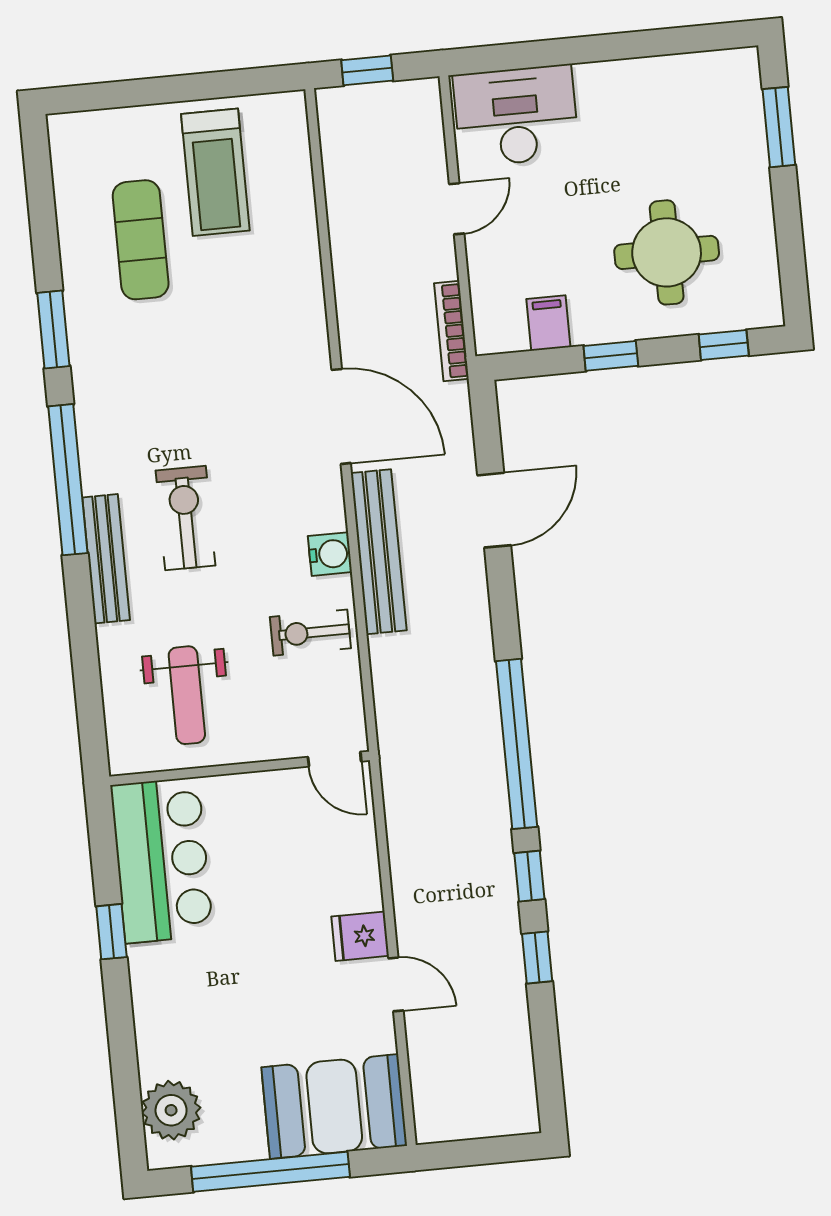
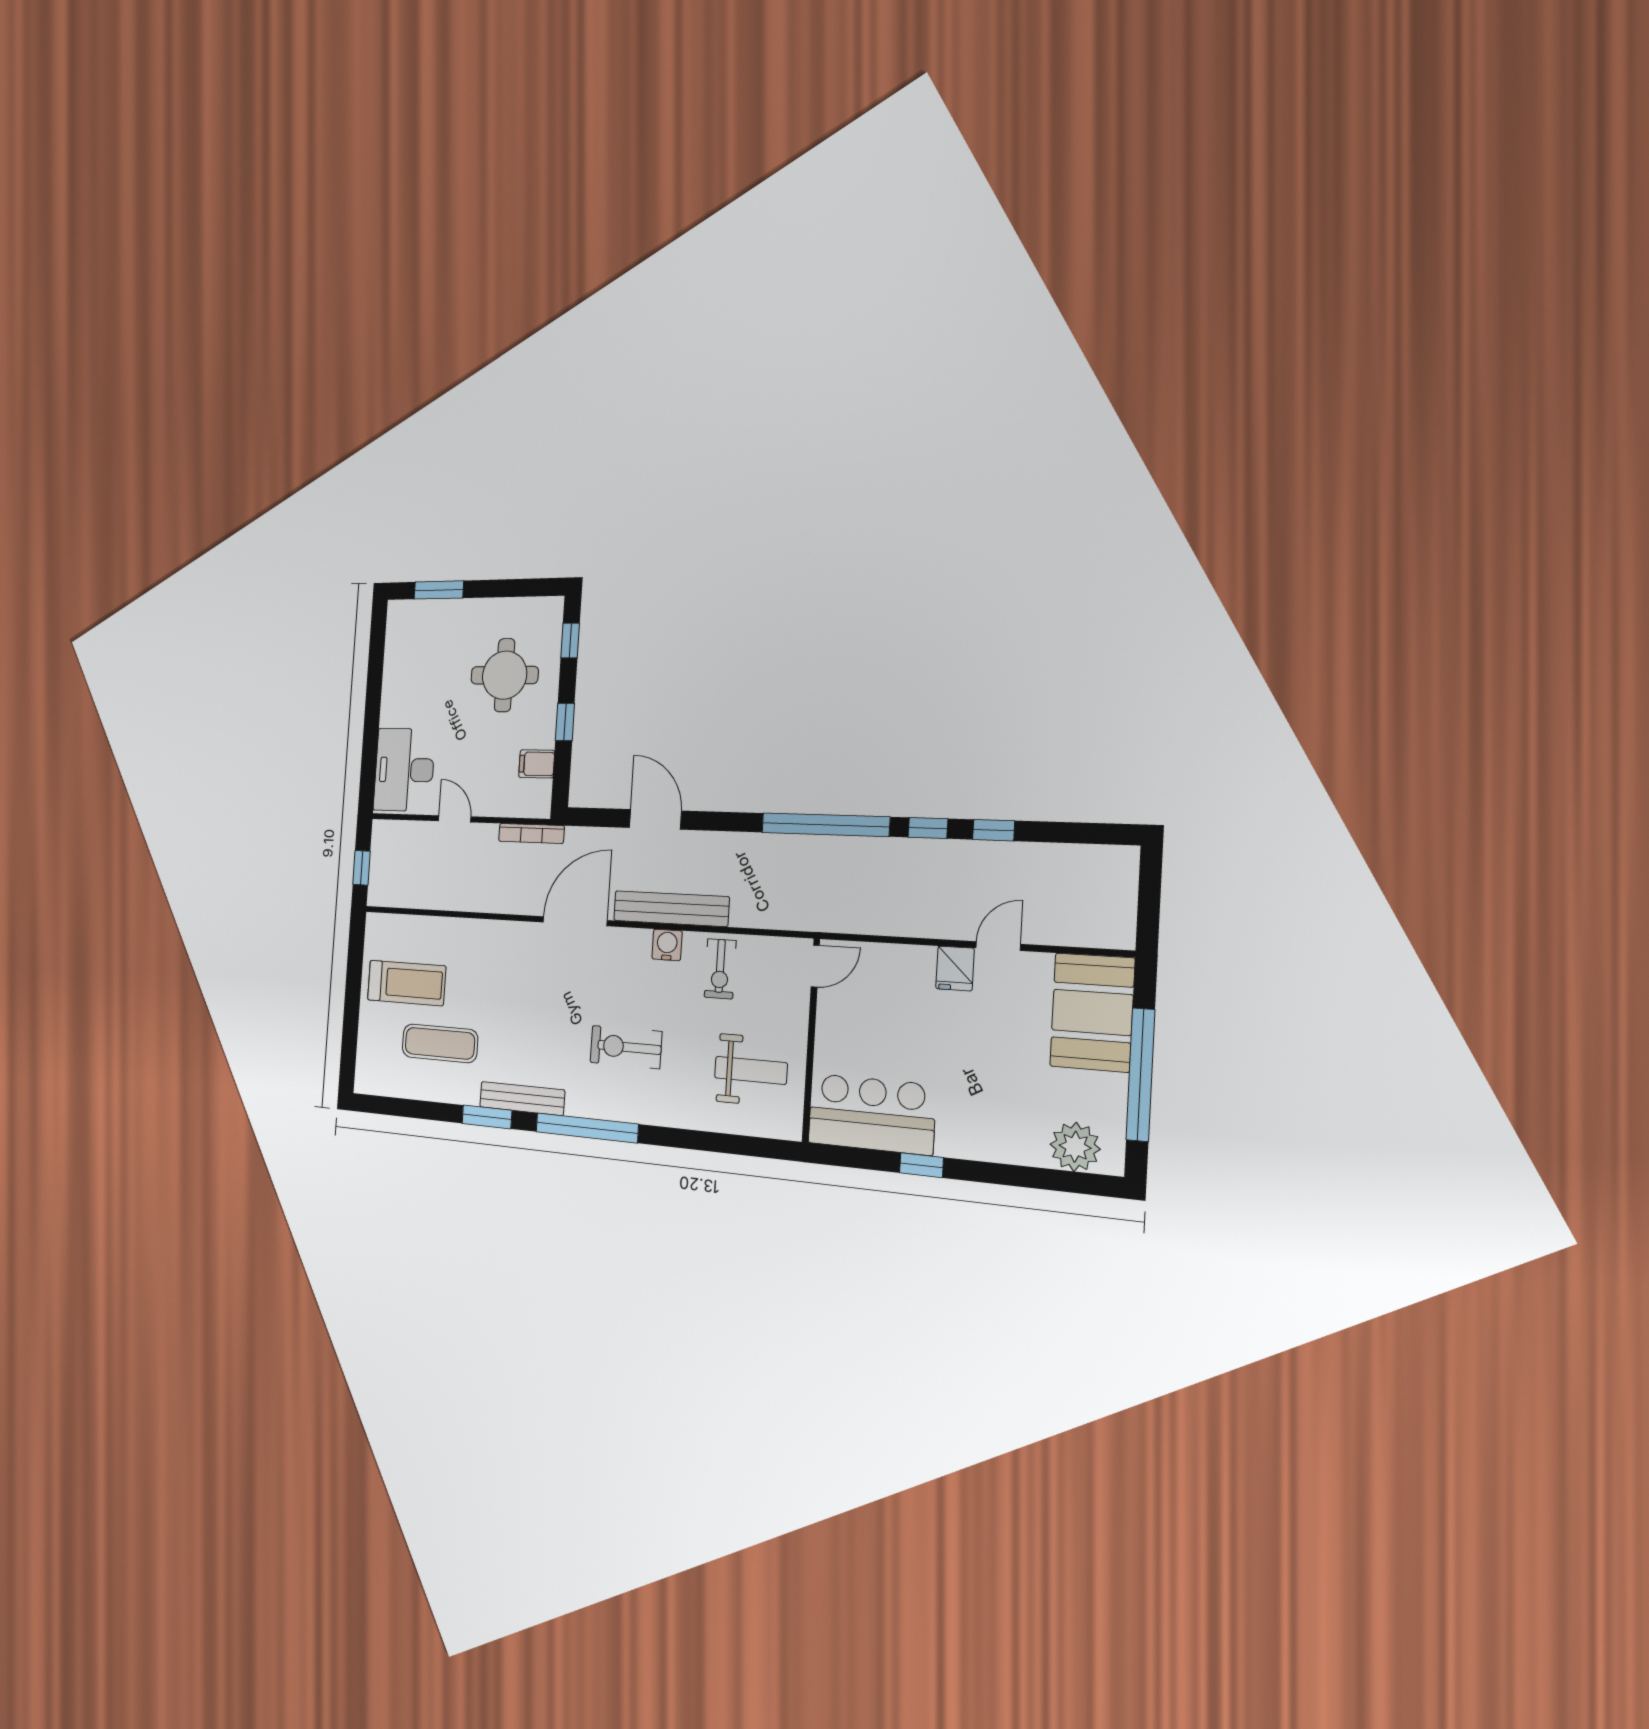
bench: (106, 559) -> (522, 1099), moved

